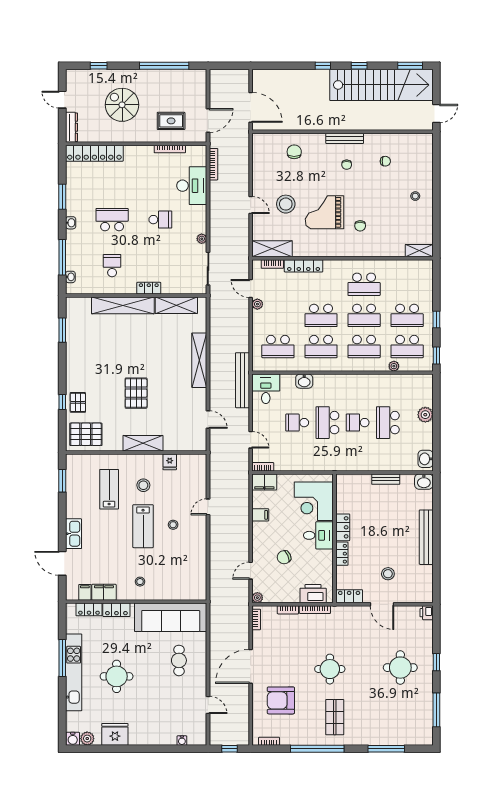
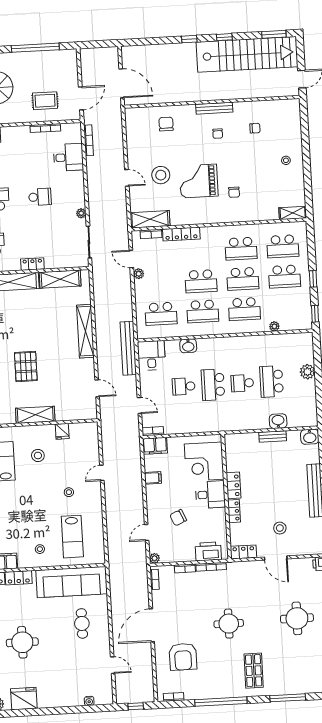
desk: (192, 186) -> (68, 157), width x0.73
school desk: (407, 347) -> (283, 246), moved
washbasin: (426, 459) -> (278, 421), moved, turned 90
lab bench: (143, 526) -> (72, 537), moved
armchair: (281, 700) -> (183, 657), turned -90
shop shelf: (335, 717) -> (254, 671), moved

